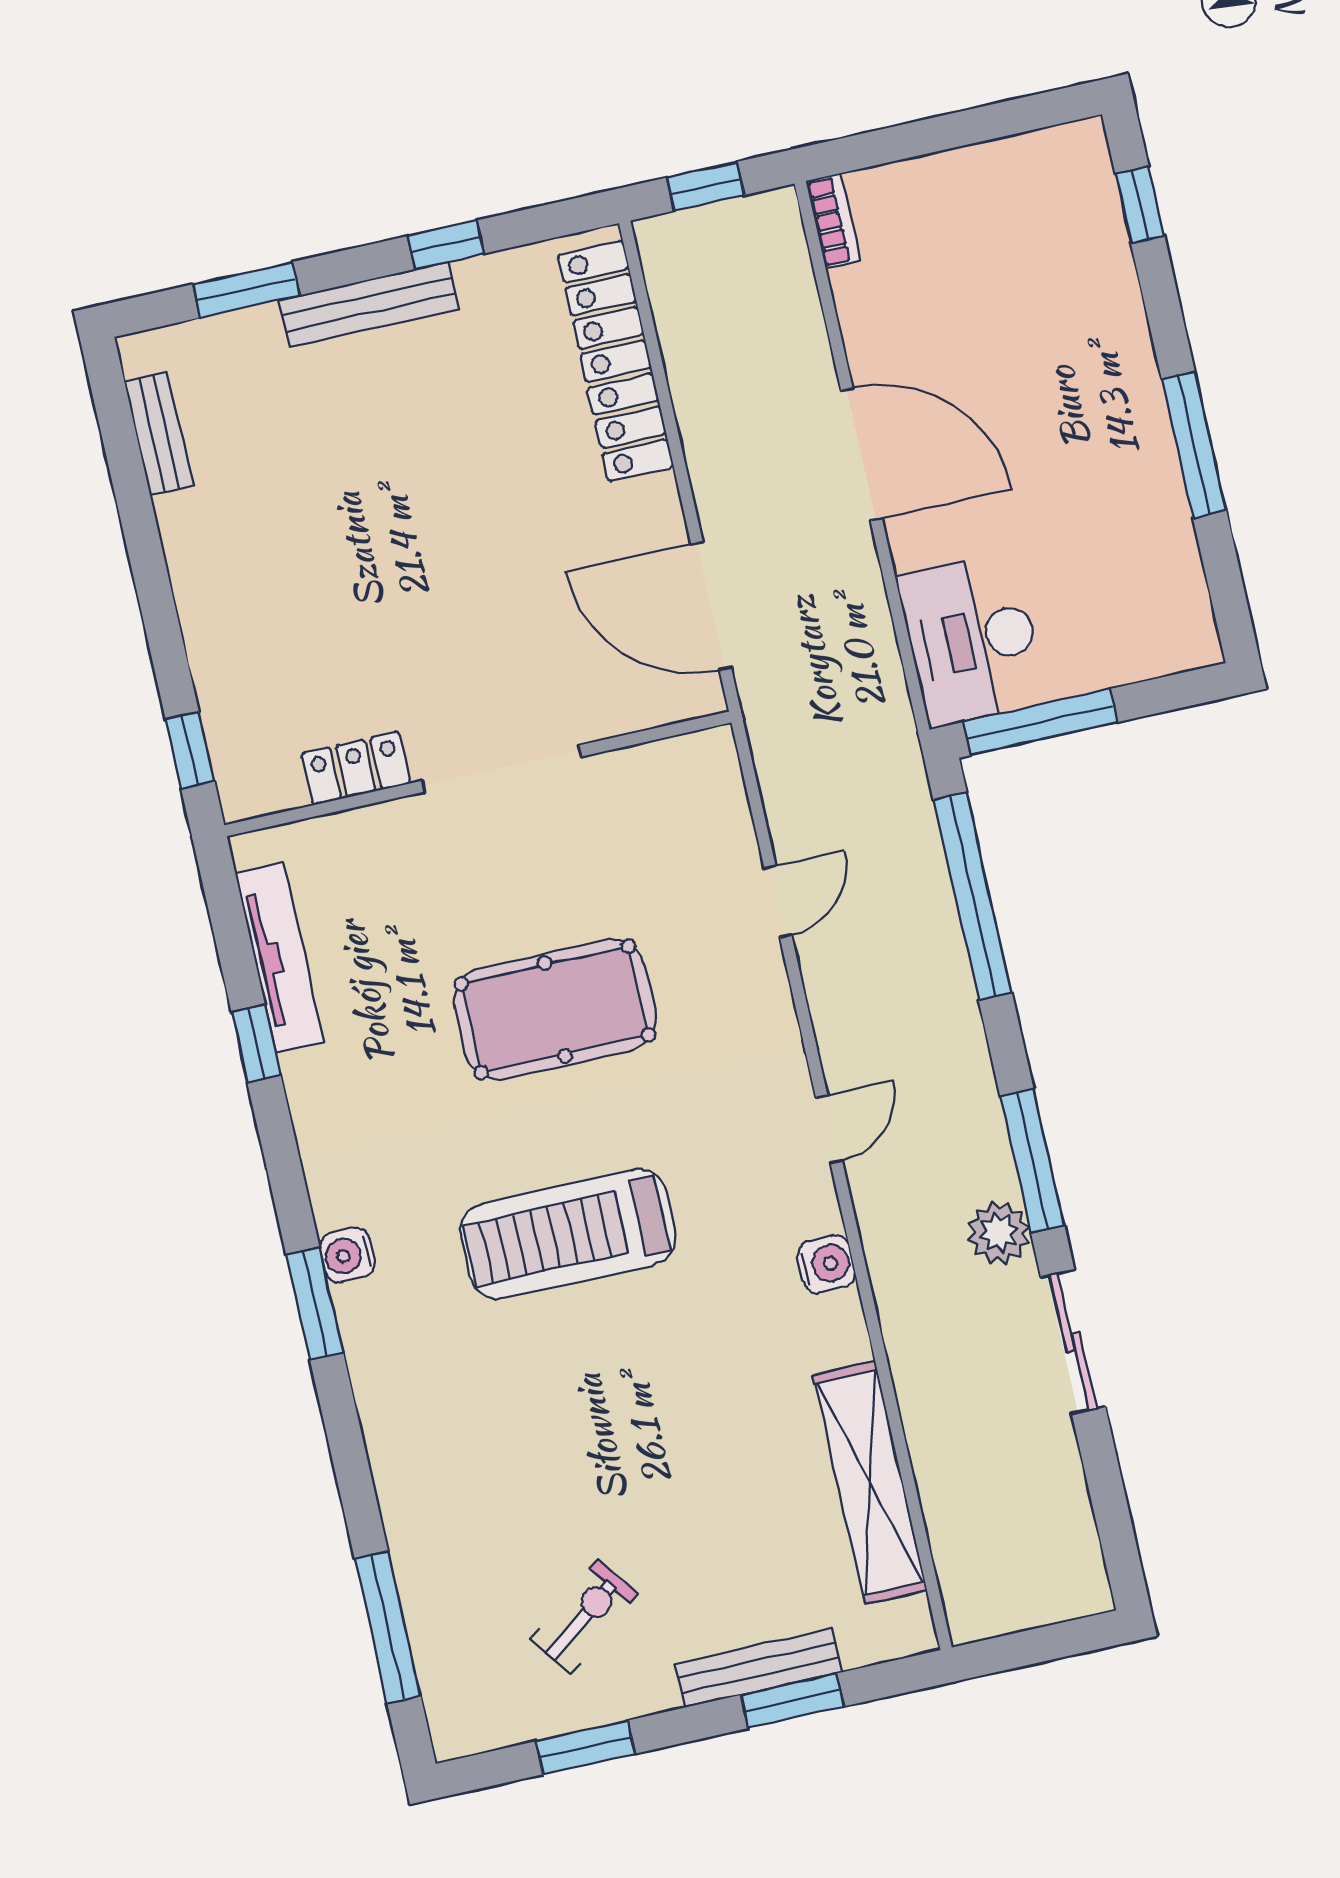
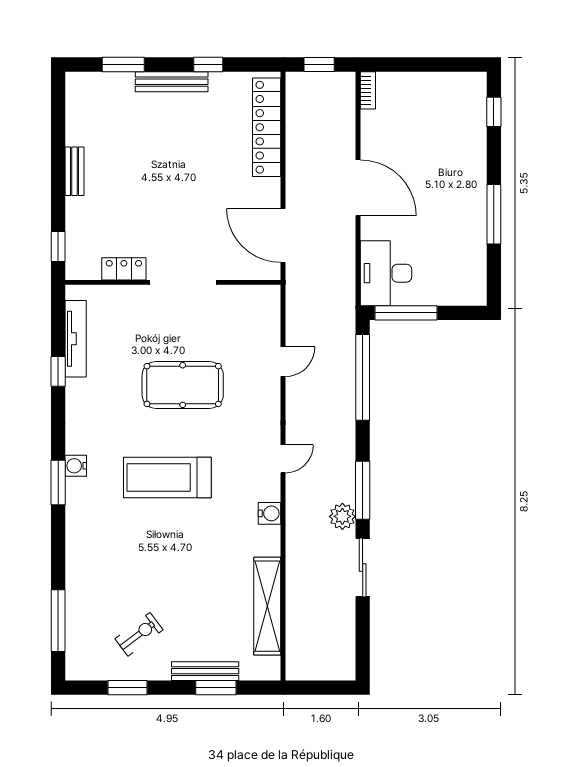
bench: (159, 434) -> (75, 171), moved

